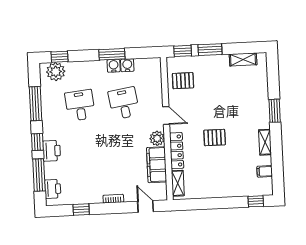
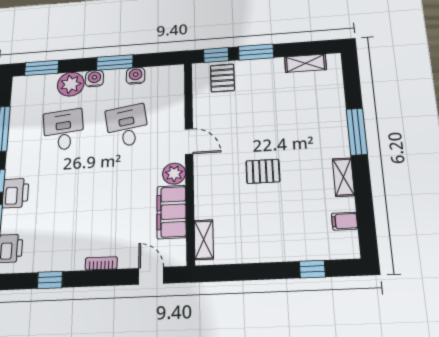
window: (60, 57) -> (42, 68), width x1.50
water cooler: (114, 66) -> (94, 79), moved
plant: (56, 72) -> (71, 84), moved
pallet: (183, 81) -> (222, 78), moved, turned 90
window: (275, 111) -> (357, 132), width x1.44
locker: (177, 151) -> (203, 191), removed
window: (256, 201) -> (312, 269), moved

